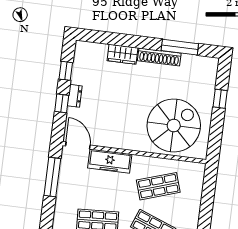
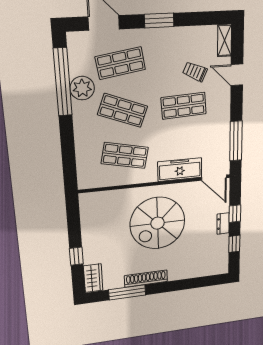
wardrobe: (122, 54) -> (93, 278), moved, turned 90
spiral stairs: (174, 126) -> (158, 223), moved
shop shelf: (158, 186) -> (125, 155), turned 30

